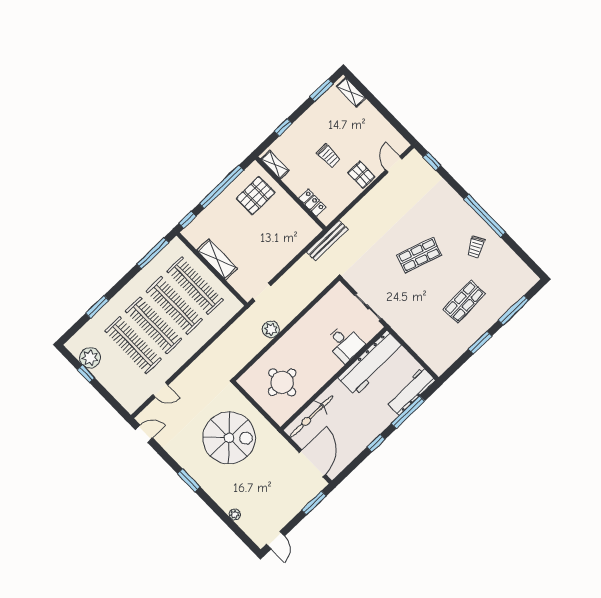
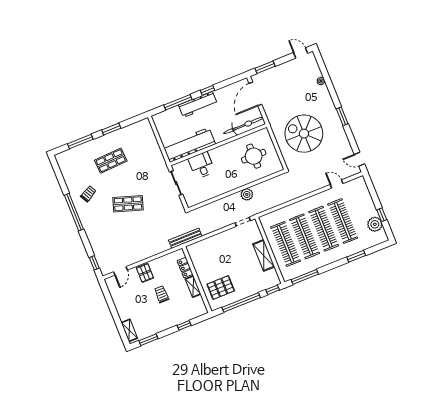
shelving: (275, 165) -> (193, 287), moved
workbench: (411, 391) -> (198, 104), moved
door: (275, 540) -> (301, 53), hinge flipped

